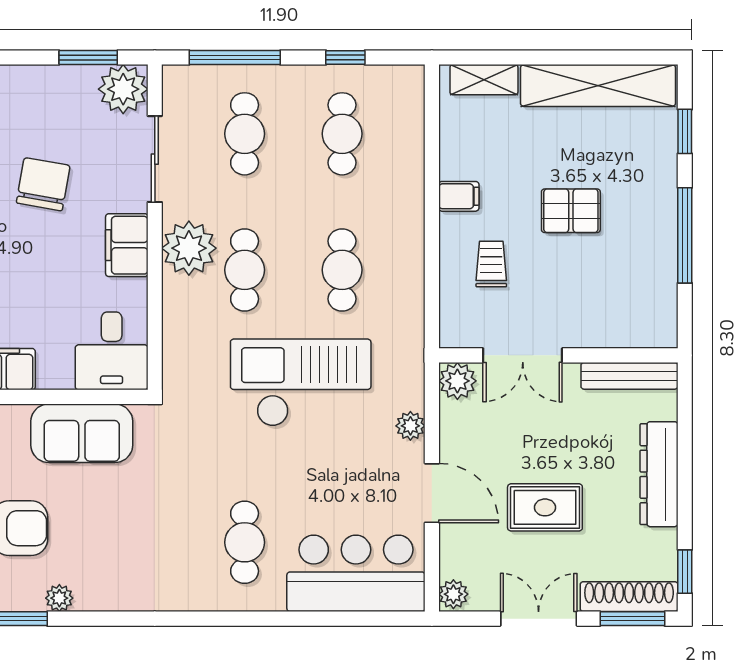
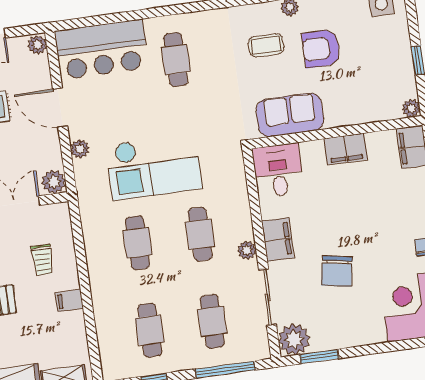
plant: (189, 248) -> (247, 250), width x0.53, depth x0.53
coffee table: (104, 545) -> (266, 45), added

